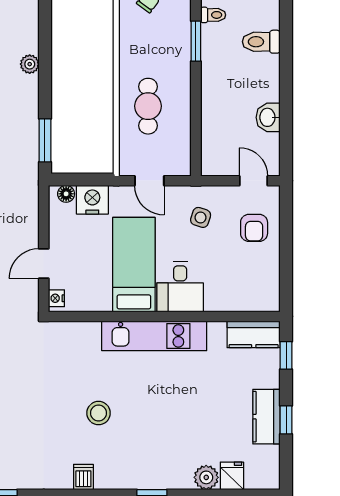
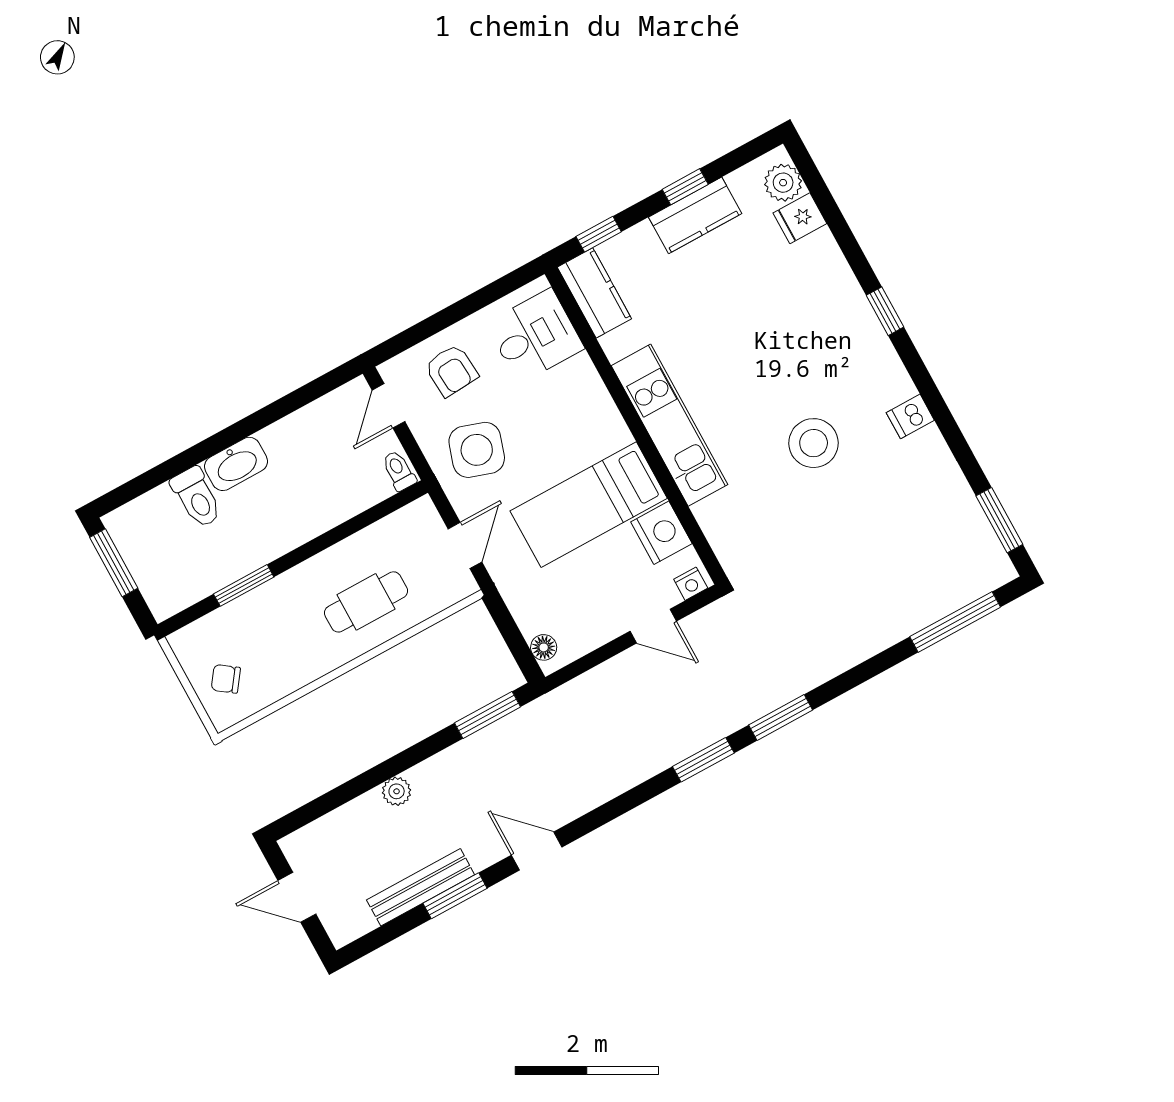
toilet: (213, 15) -> (399, 471), moved
washbasin: (268, 117) -> (236, 464), moved, width x1.38
nightstand: (92, 200) -> (661, 533), moved, turned 180
side table: (201, 217) -> (477, 450), width x1.87, depth x1.87
armchair: (254, 228) -> (451, 370), turned 86
desk: (180, 287) -> (535, 336), moved
stool: (99, 413) -> (814, 443), width x1.38, depth x1.38
plant: (206, 477) -> (783, 183), moved

